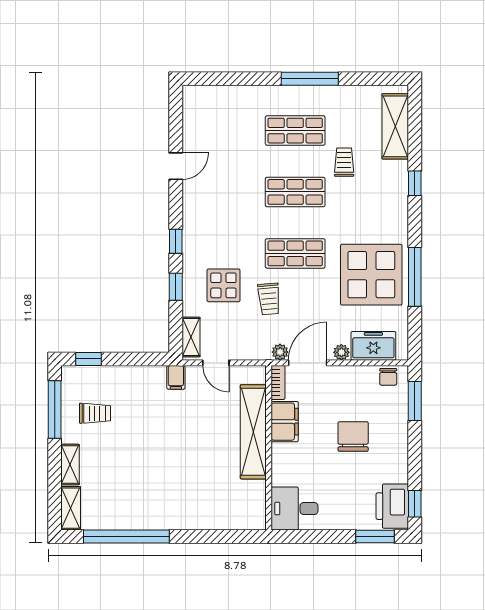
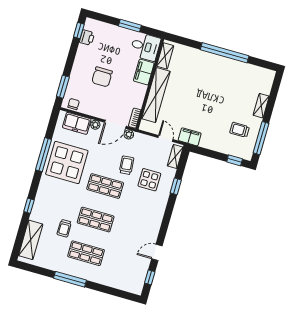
window: (176, 241) -> (150, 277), moved
filing cabinet: (176, 377) -> (190, 137), width x2.00
filing cabinet: (285, 422) -> (144, 72), moved
printer: (392, 506) -> (87, 38), width x0.53, depth x0.68
shelving: (71, 508) -> (165, 56), moved
window: (126, 536) -> (225, 53), moved
window: (375, 536) -> (130, 26), moved

